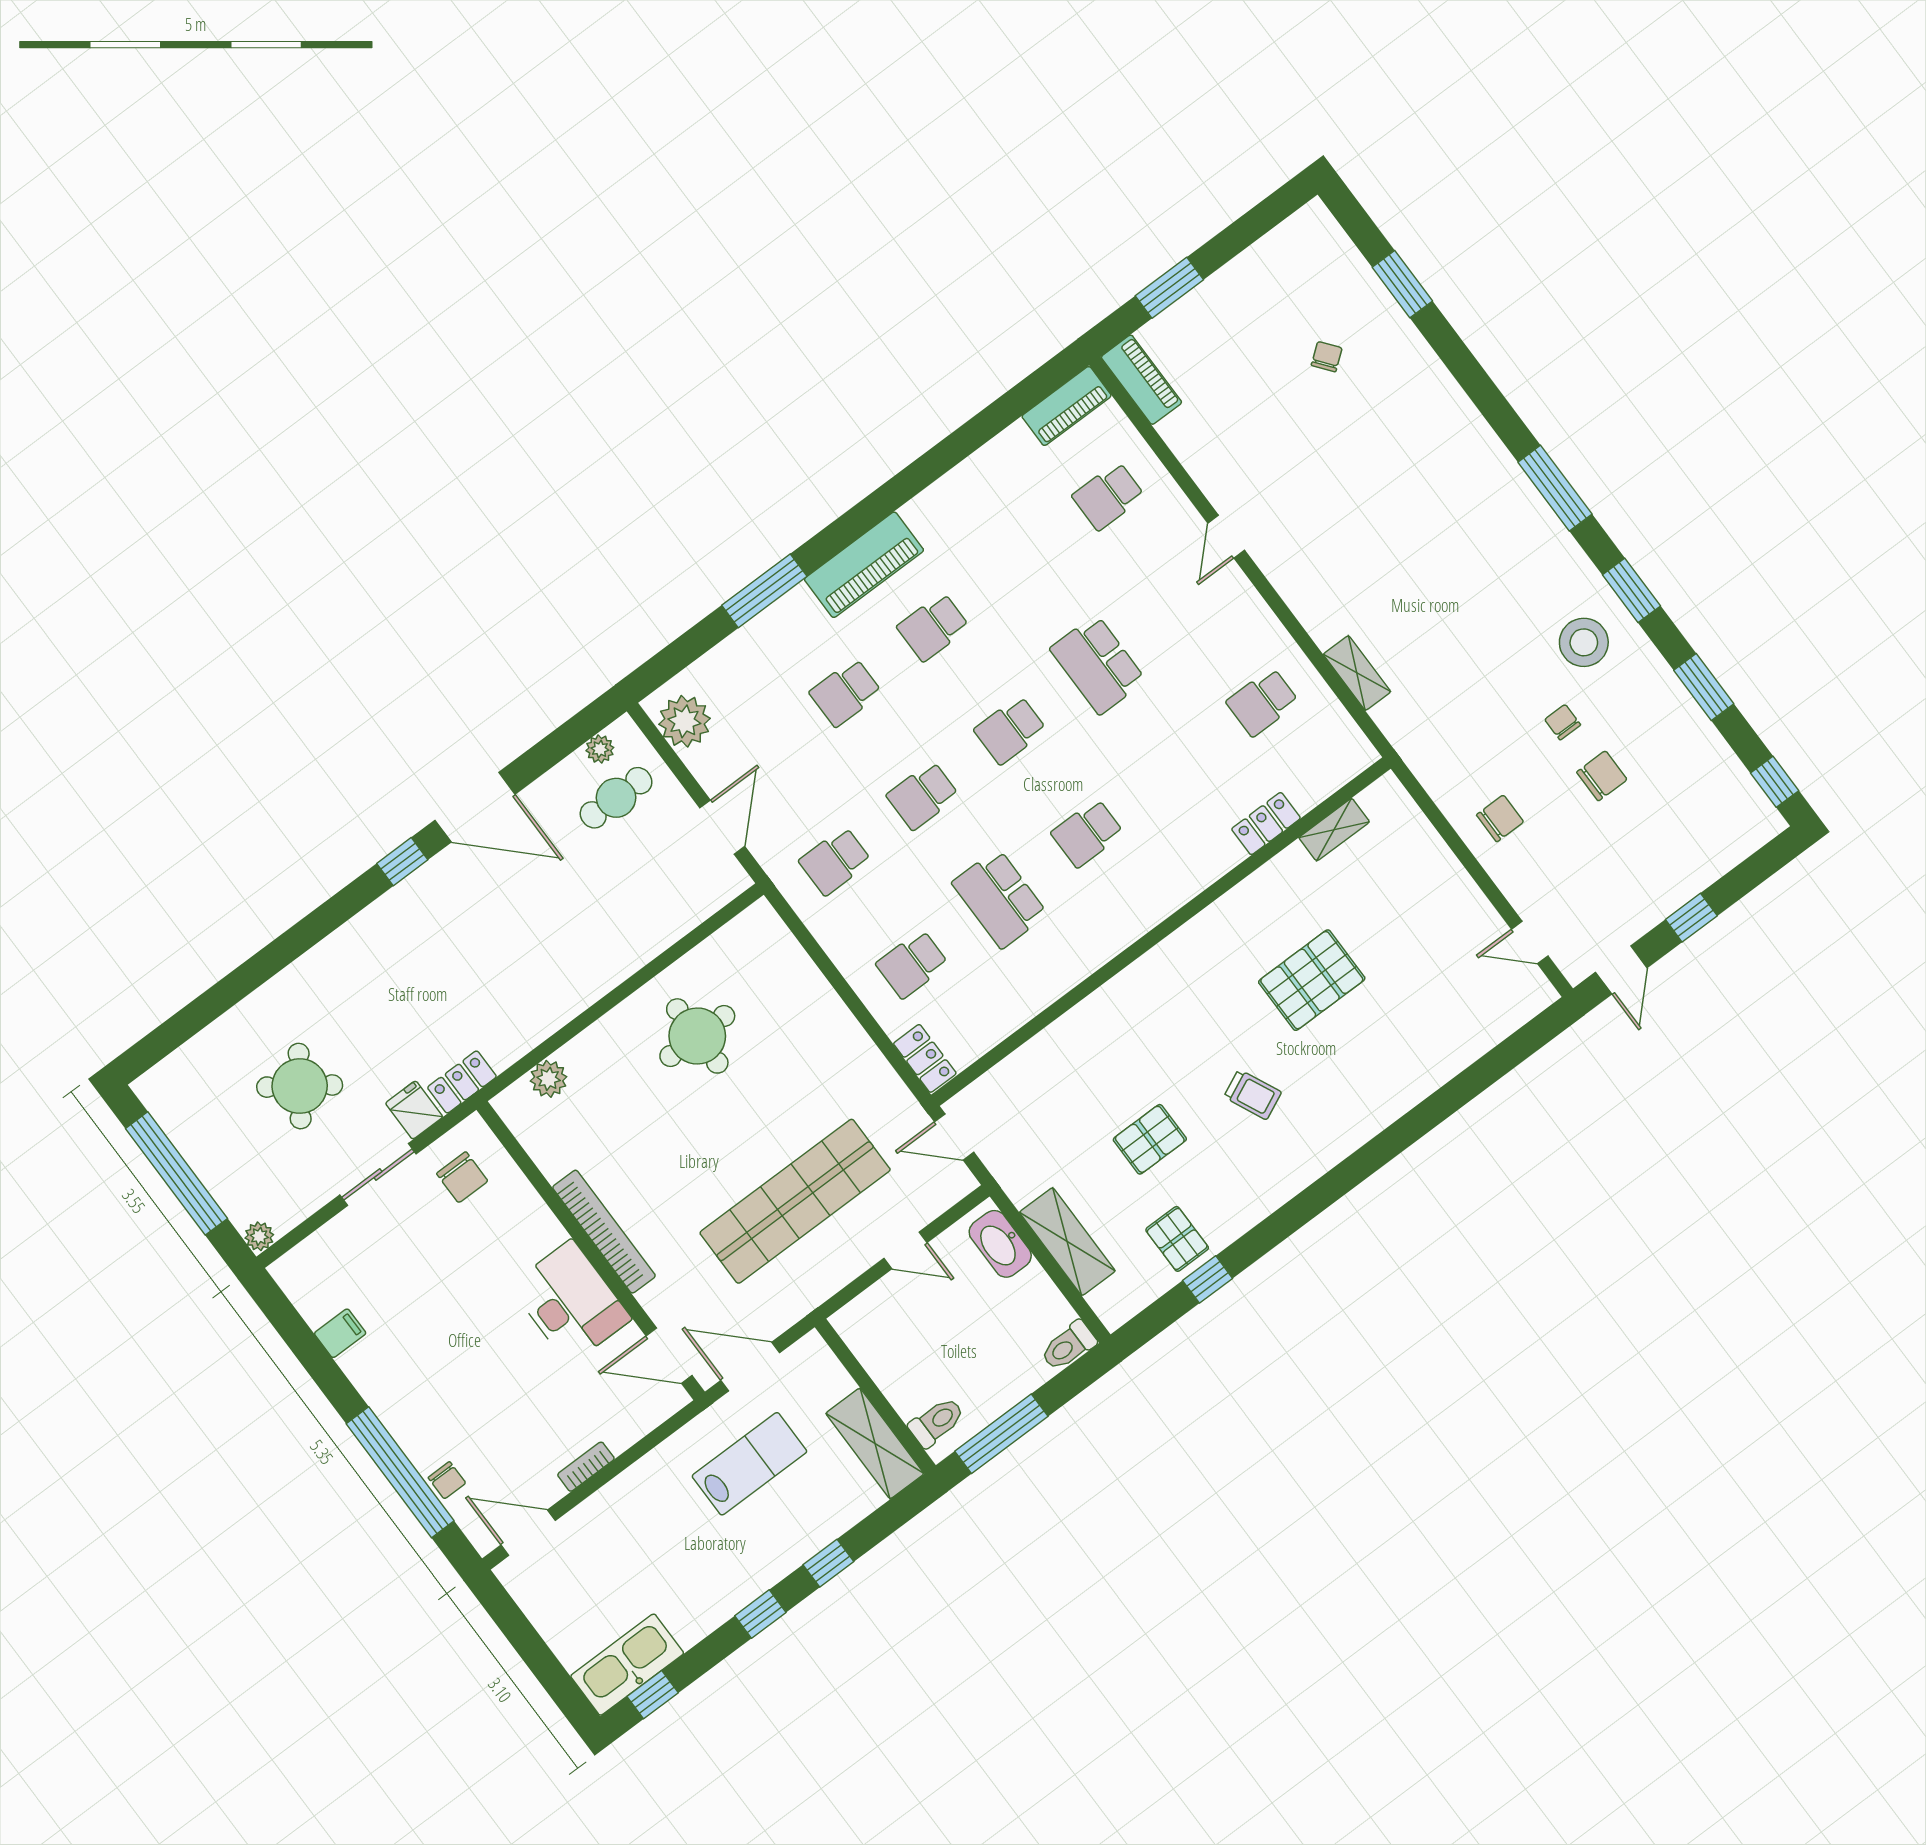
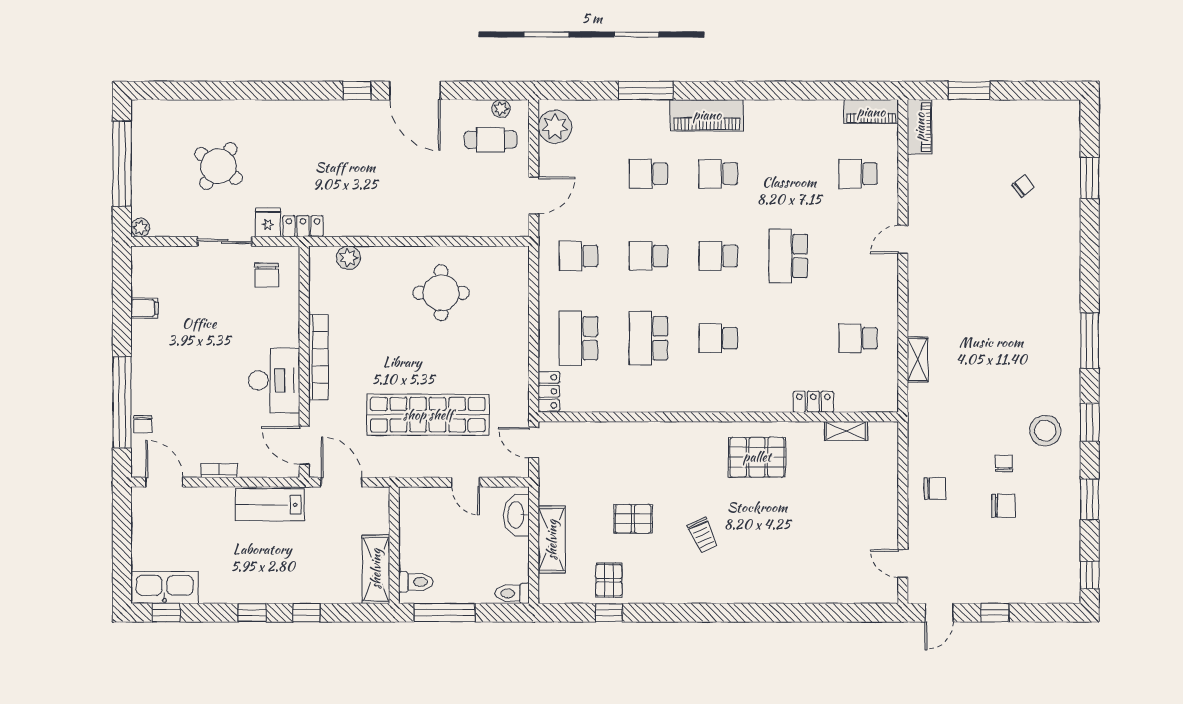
school desk: (912, 964) -> (579, 338), width x1.85
pallet: (1312, 980) -> (757, 457), moved
lab bench: (749, 1464) -> (270, 505), moved, turned 180

